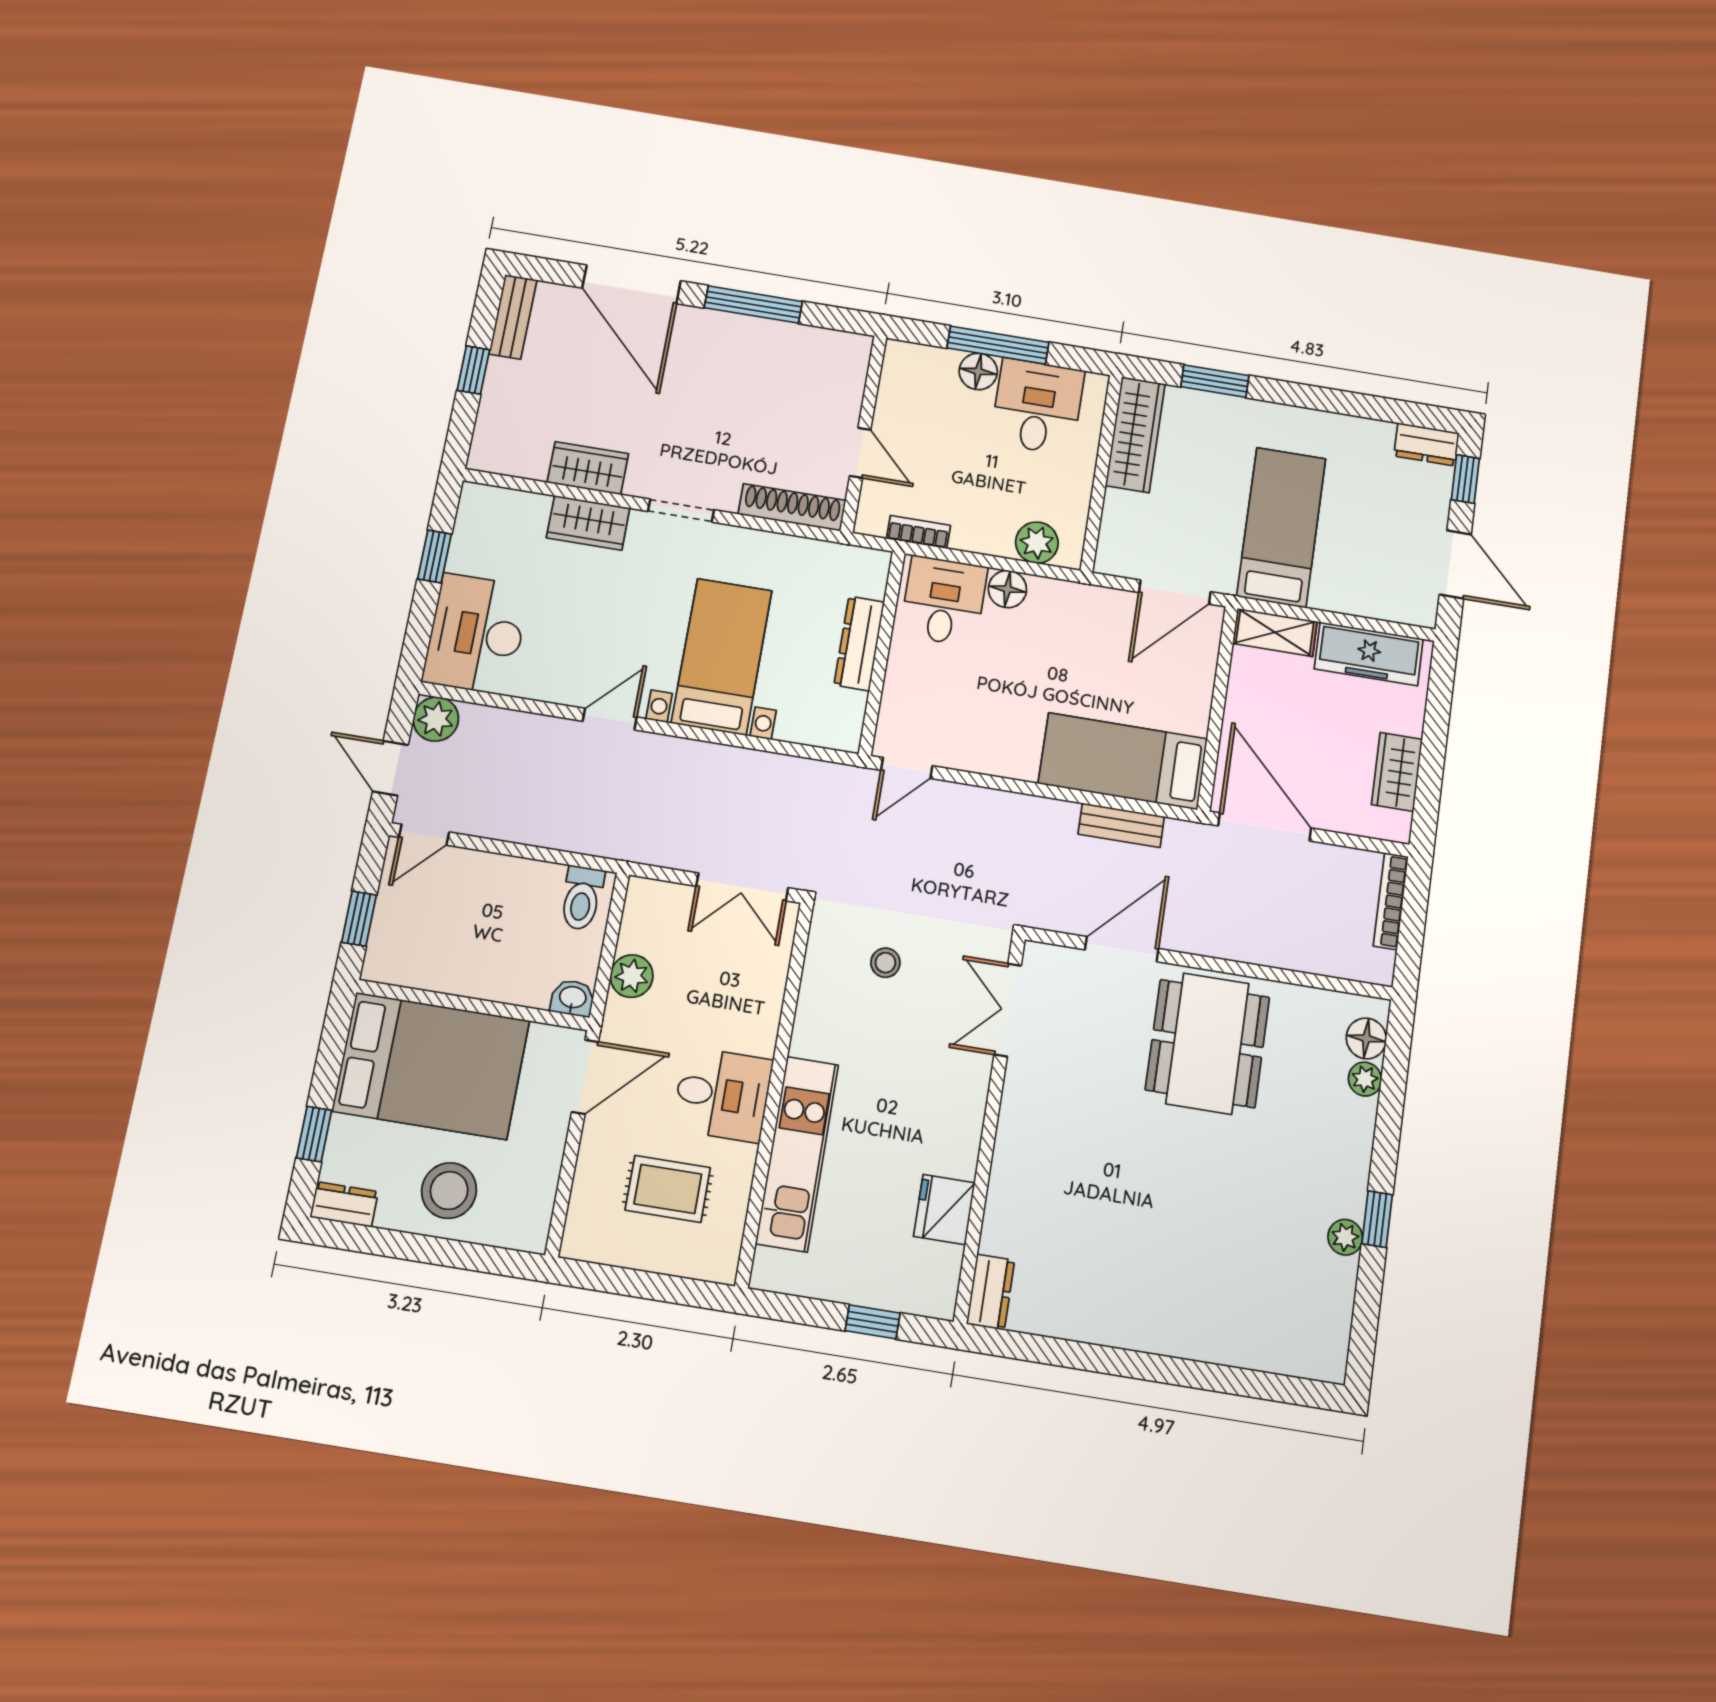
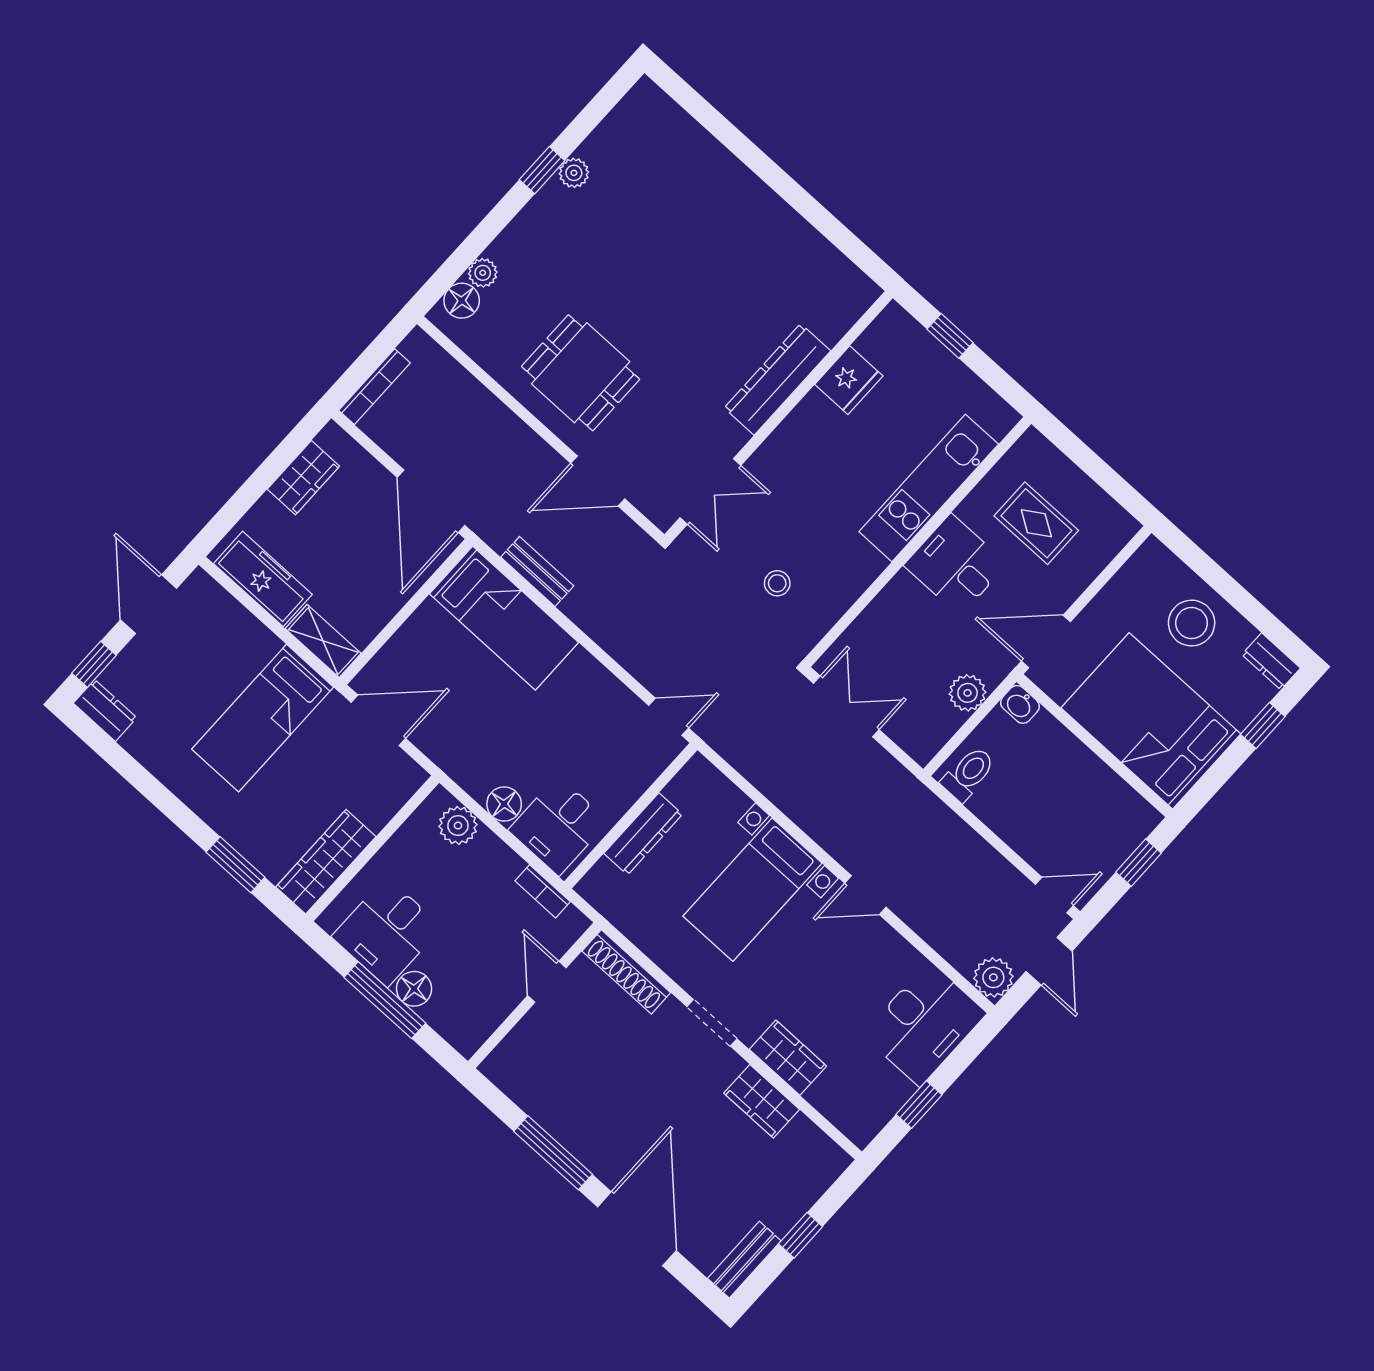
dining table: (1207, 1043) -> (581, 373), width x0.73
dresser: (991, 1292) -> (777, 379), moved, width x1.96, depth x1.24

